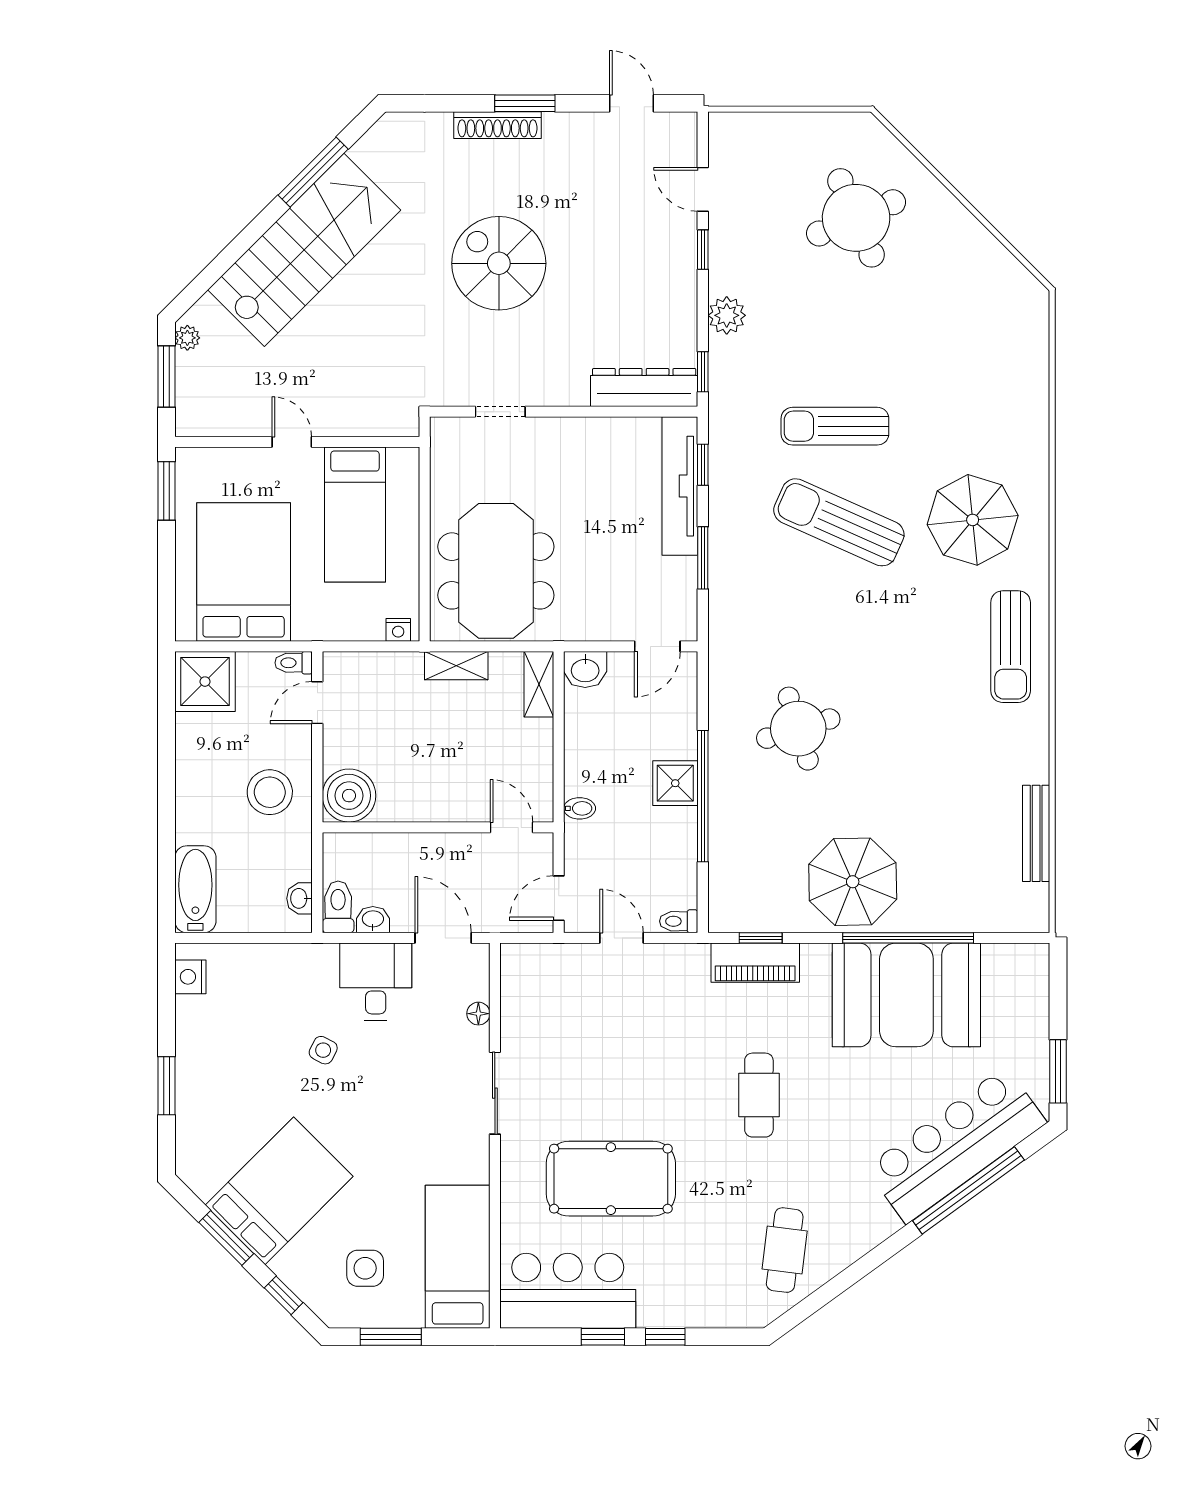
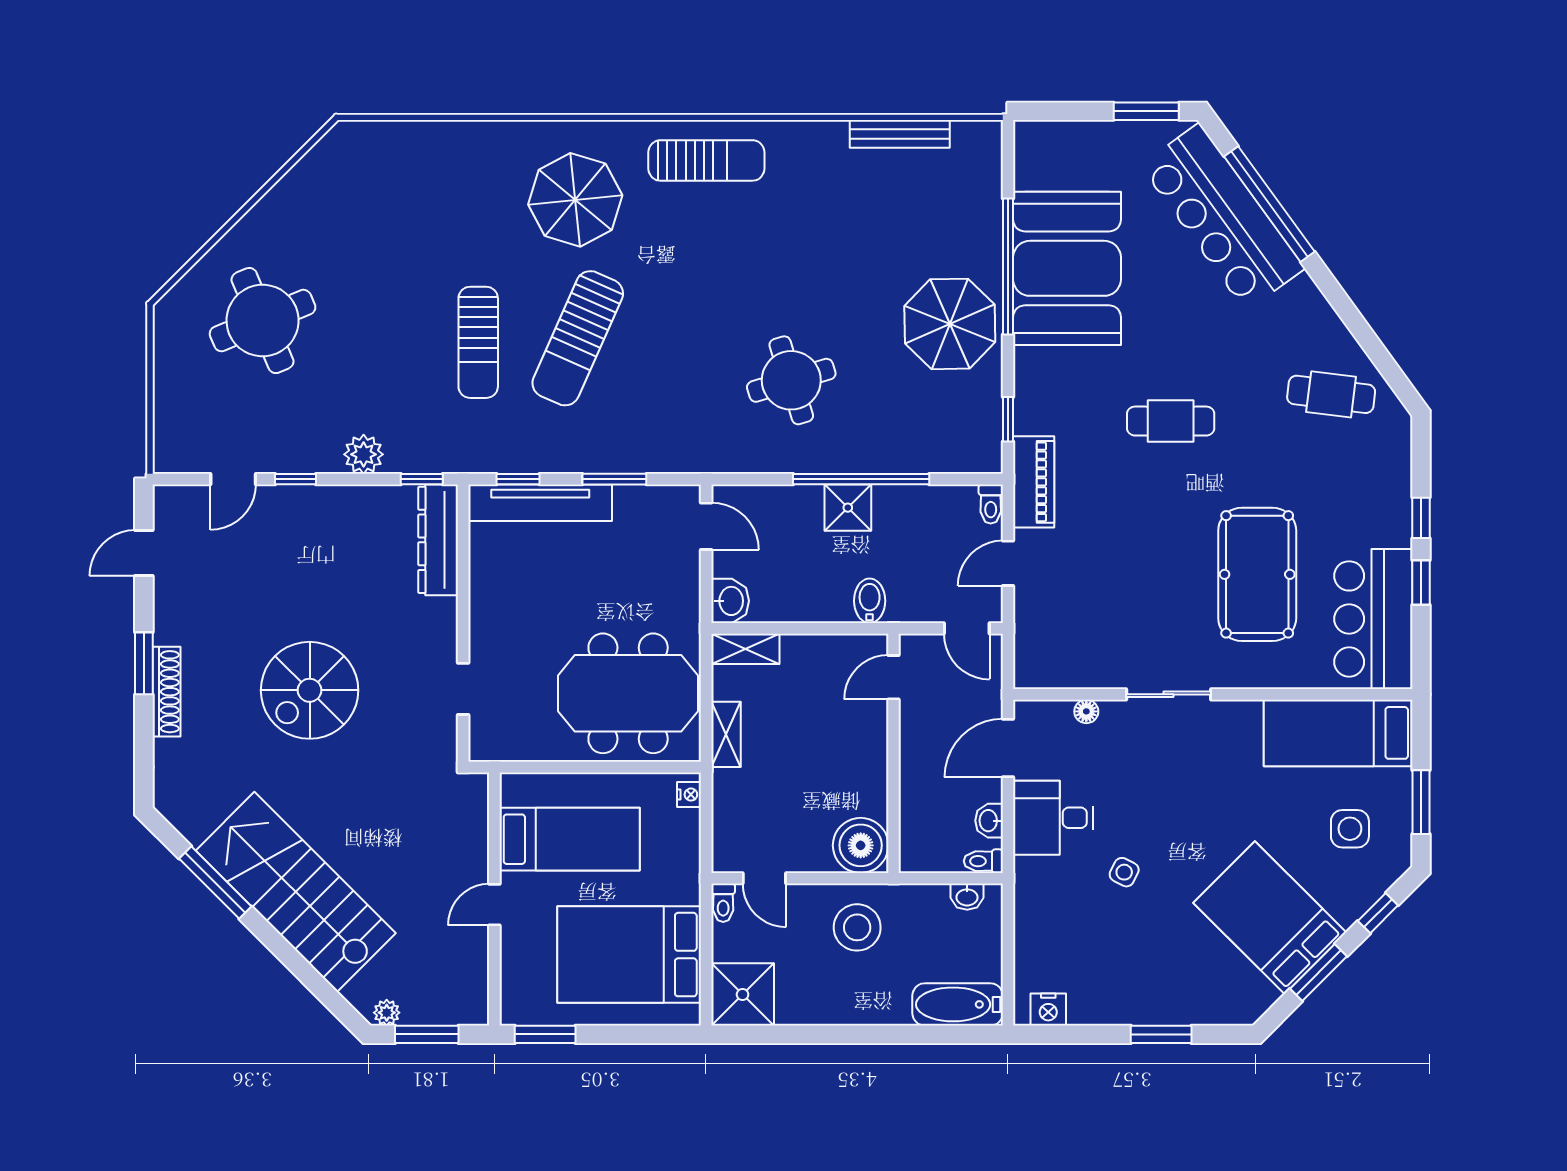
bidet: (580, 808) -> (870, 601), width x1.38, depth x1.36
toilet: (338, 907) -> (983, 861), width x0.73, depth x0.72
piano: (755, 963) -> (1034, 482), moved

